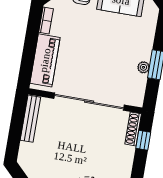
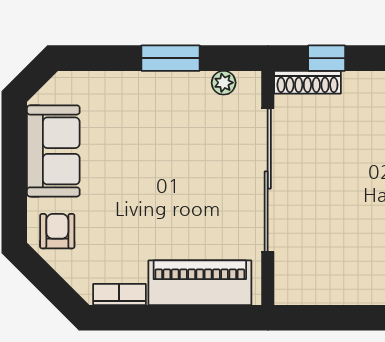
plant: (143, 67) -> (224, 83), moved
bench: (30, 119) -> (322, 292), removed

